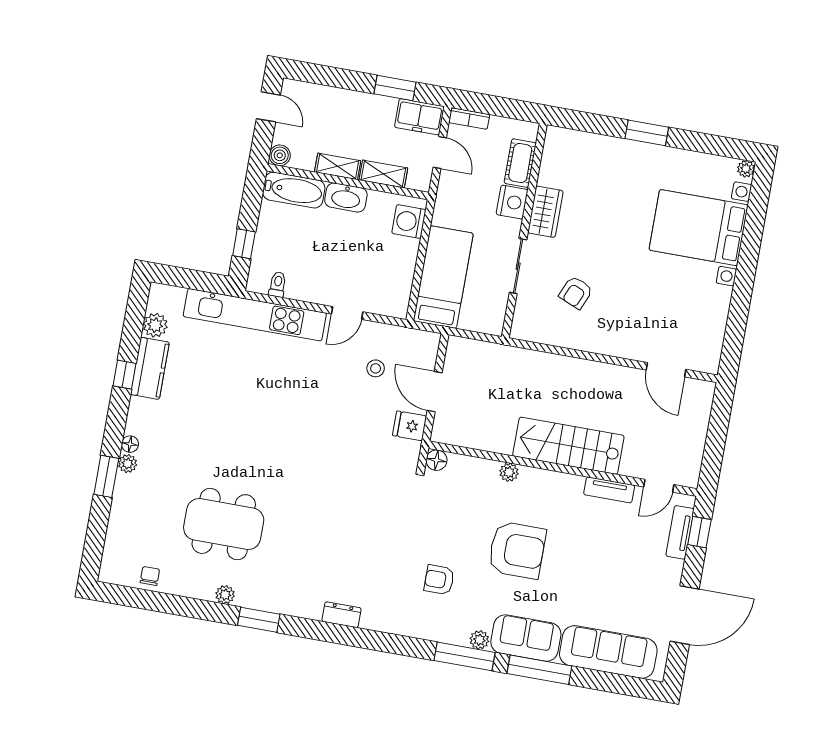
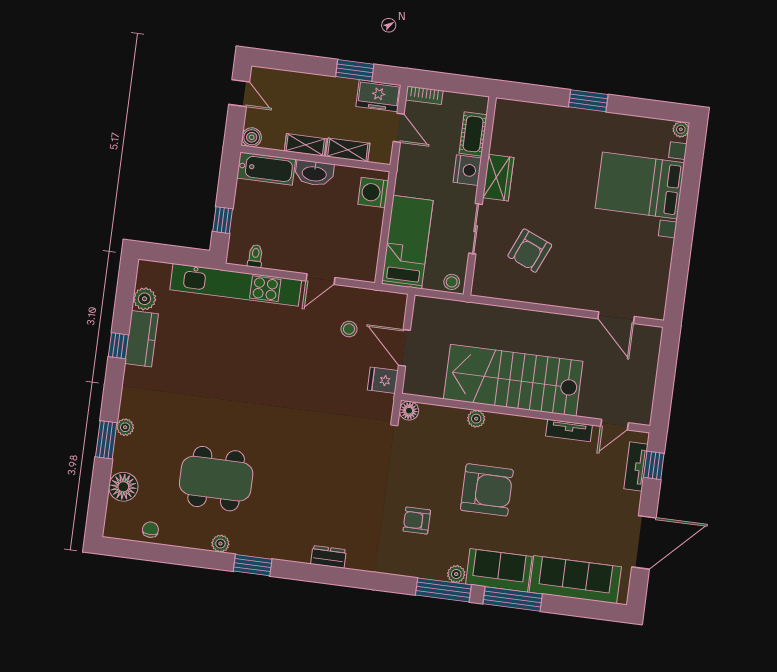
armchair: (576, 293) -> (530, 251), width x1.38, depth x1.38
stool: (489, 323) -> (452, 282), added
floor lamp: (130, 444) -> (123, 487), moved, width x1.89, depth x1.89
stairs: (568, 446) -> (513, 380), width x1.36, depth x1.51

